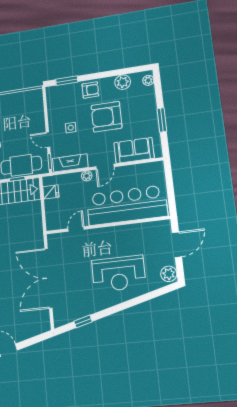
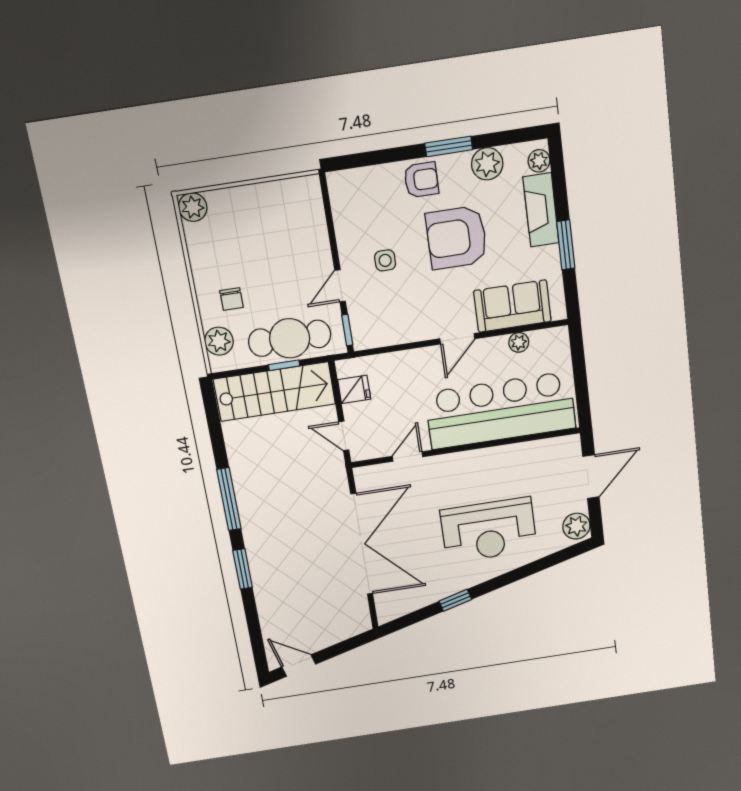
window: (67, 81) -> (449, 146), moved
door: (48, 140) -> (340, 286), hinge flipped
fireplace: (70, 163) -> (541, 210), moved, turned -90
plant: (87, 176) -> (519, 342), moved
door: (44, 217) -> (344, 436), added
double door: (48, 278) -> (362, 544), swing flipped
window: (83, 321) -> (455, 600), moved

